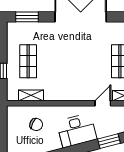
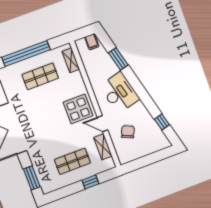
display table: (76, 85) -> (78, 109), added
door: (103, 103) -> (102, 124), moved

